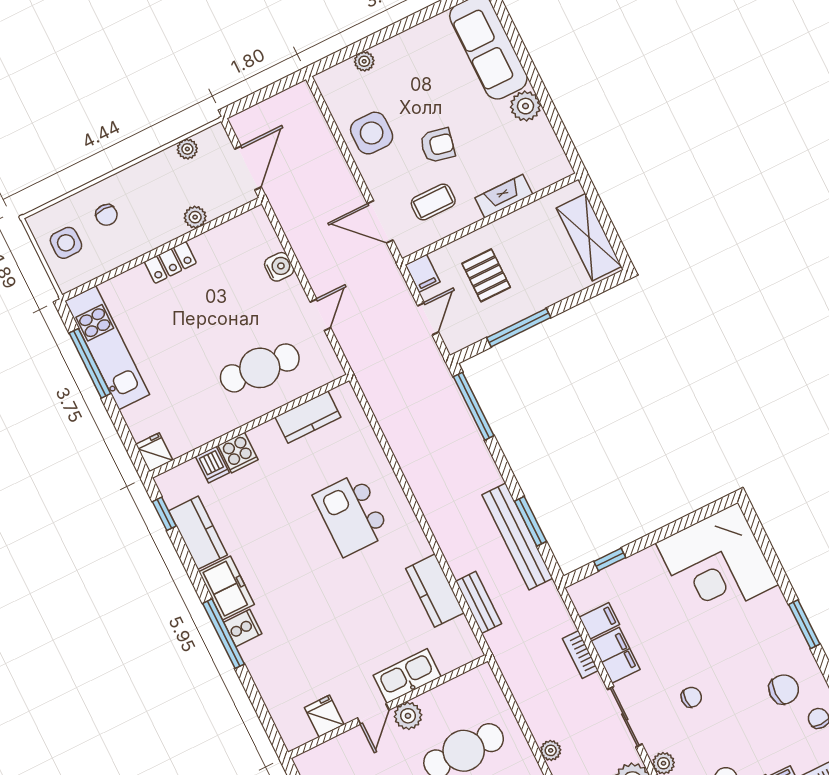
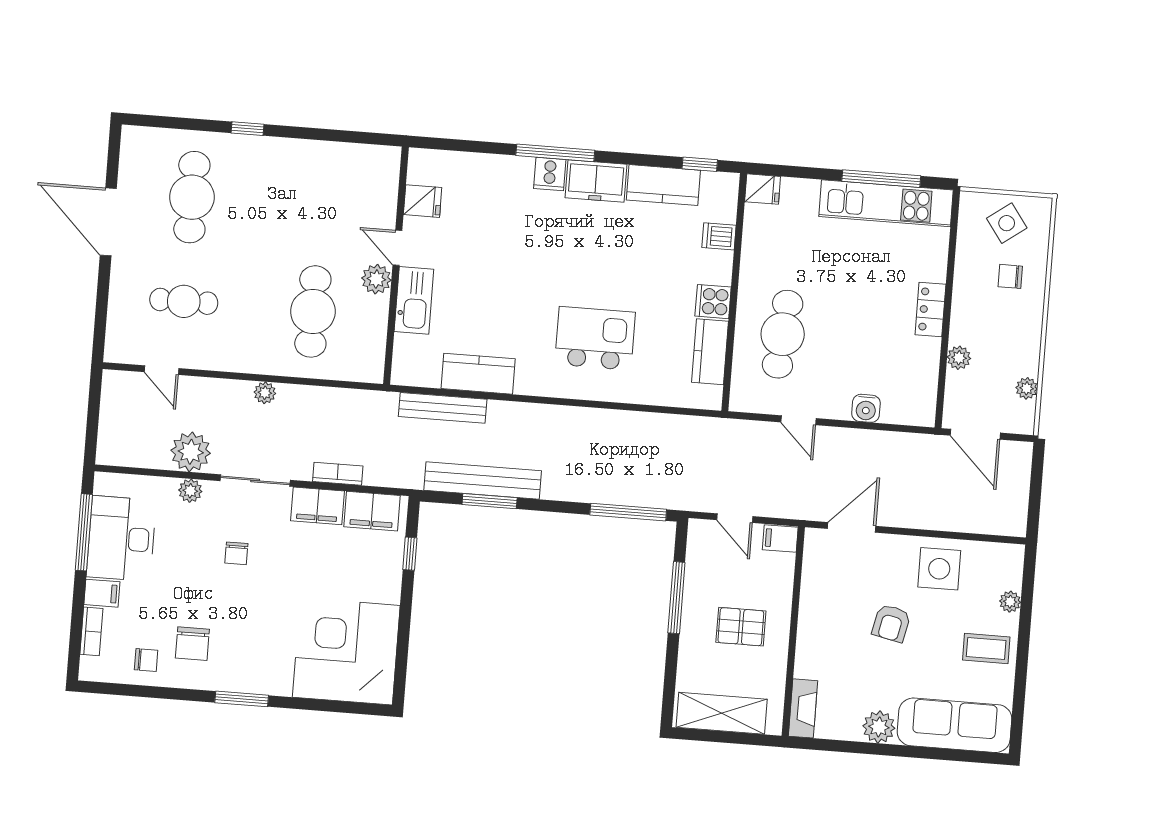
fireplace: (504, 196) -> (803, 708), moved
coffee table: (433, 202) -> (986, 649), moved, turned 90
side table: (66, 243) -> (1007, 223), turned -36
pallet: (486, 275) -> (741, 627), moved
cooker: (238, 453) -> (713, 302), moved
bench: (479, 602) -> (443, 408), width x1.36
filing cabinet: (599, 621) -> (372, 511), width x2.00

